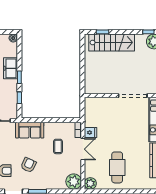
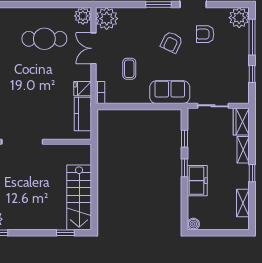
stairs: (112, 42) -> (79, 197), moved, turned -90
kitchen counter: (90, 115) -> (83, 114), added
double door: (83, 149) -> (93, 48), moved
cafe table: (117, 167) -> (44, 39), turned 90

